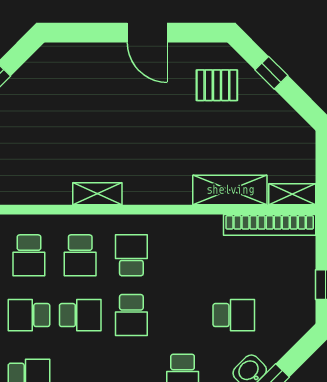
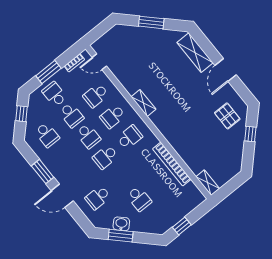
shelving: (230, 190) -> (195, 53), moved
bookcase: (270, 225) -> (172, 164), moved
school desk: (29, 315) -> (71, 115), turned 180

